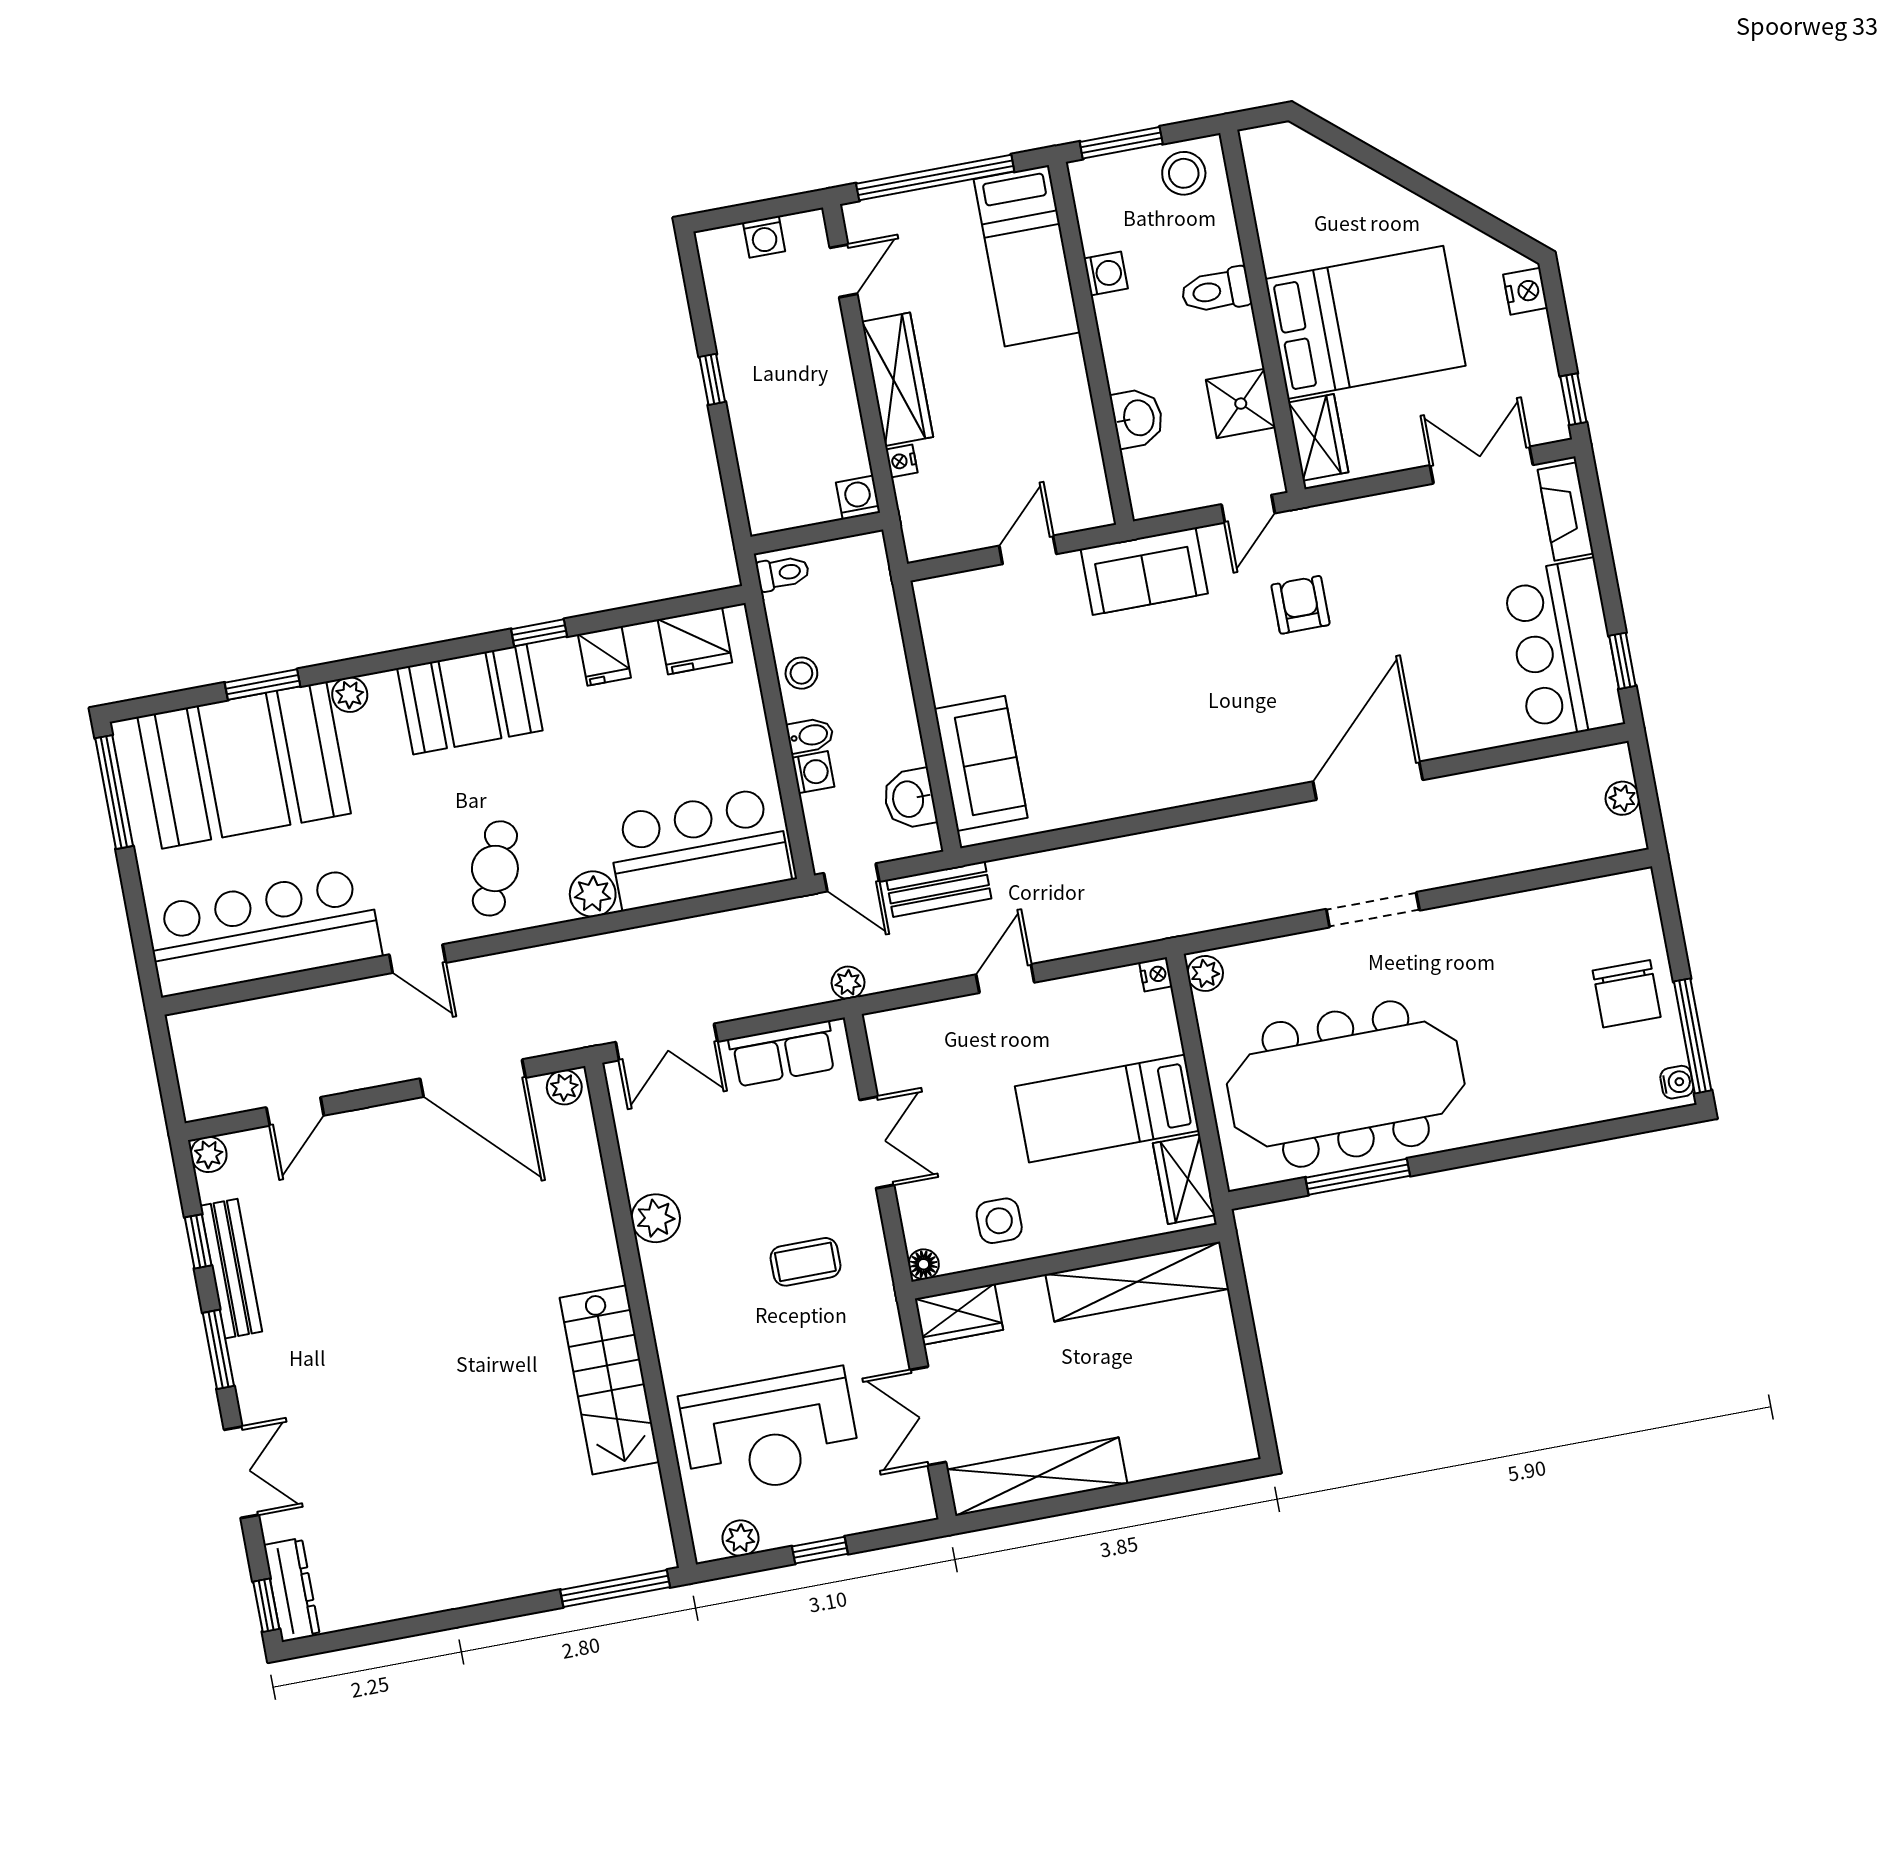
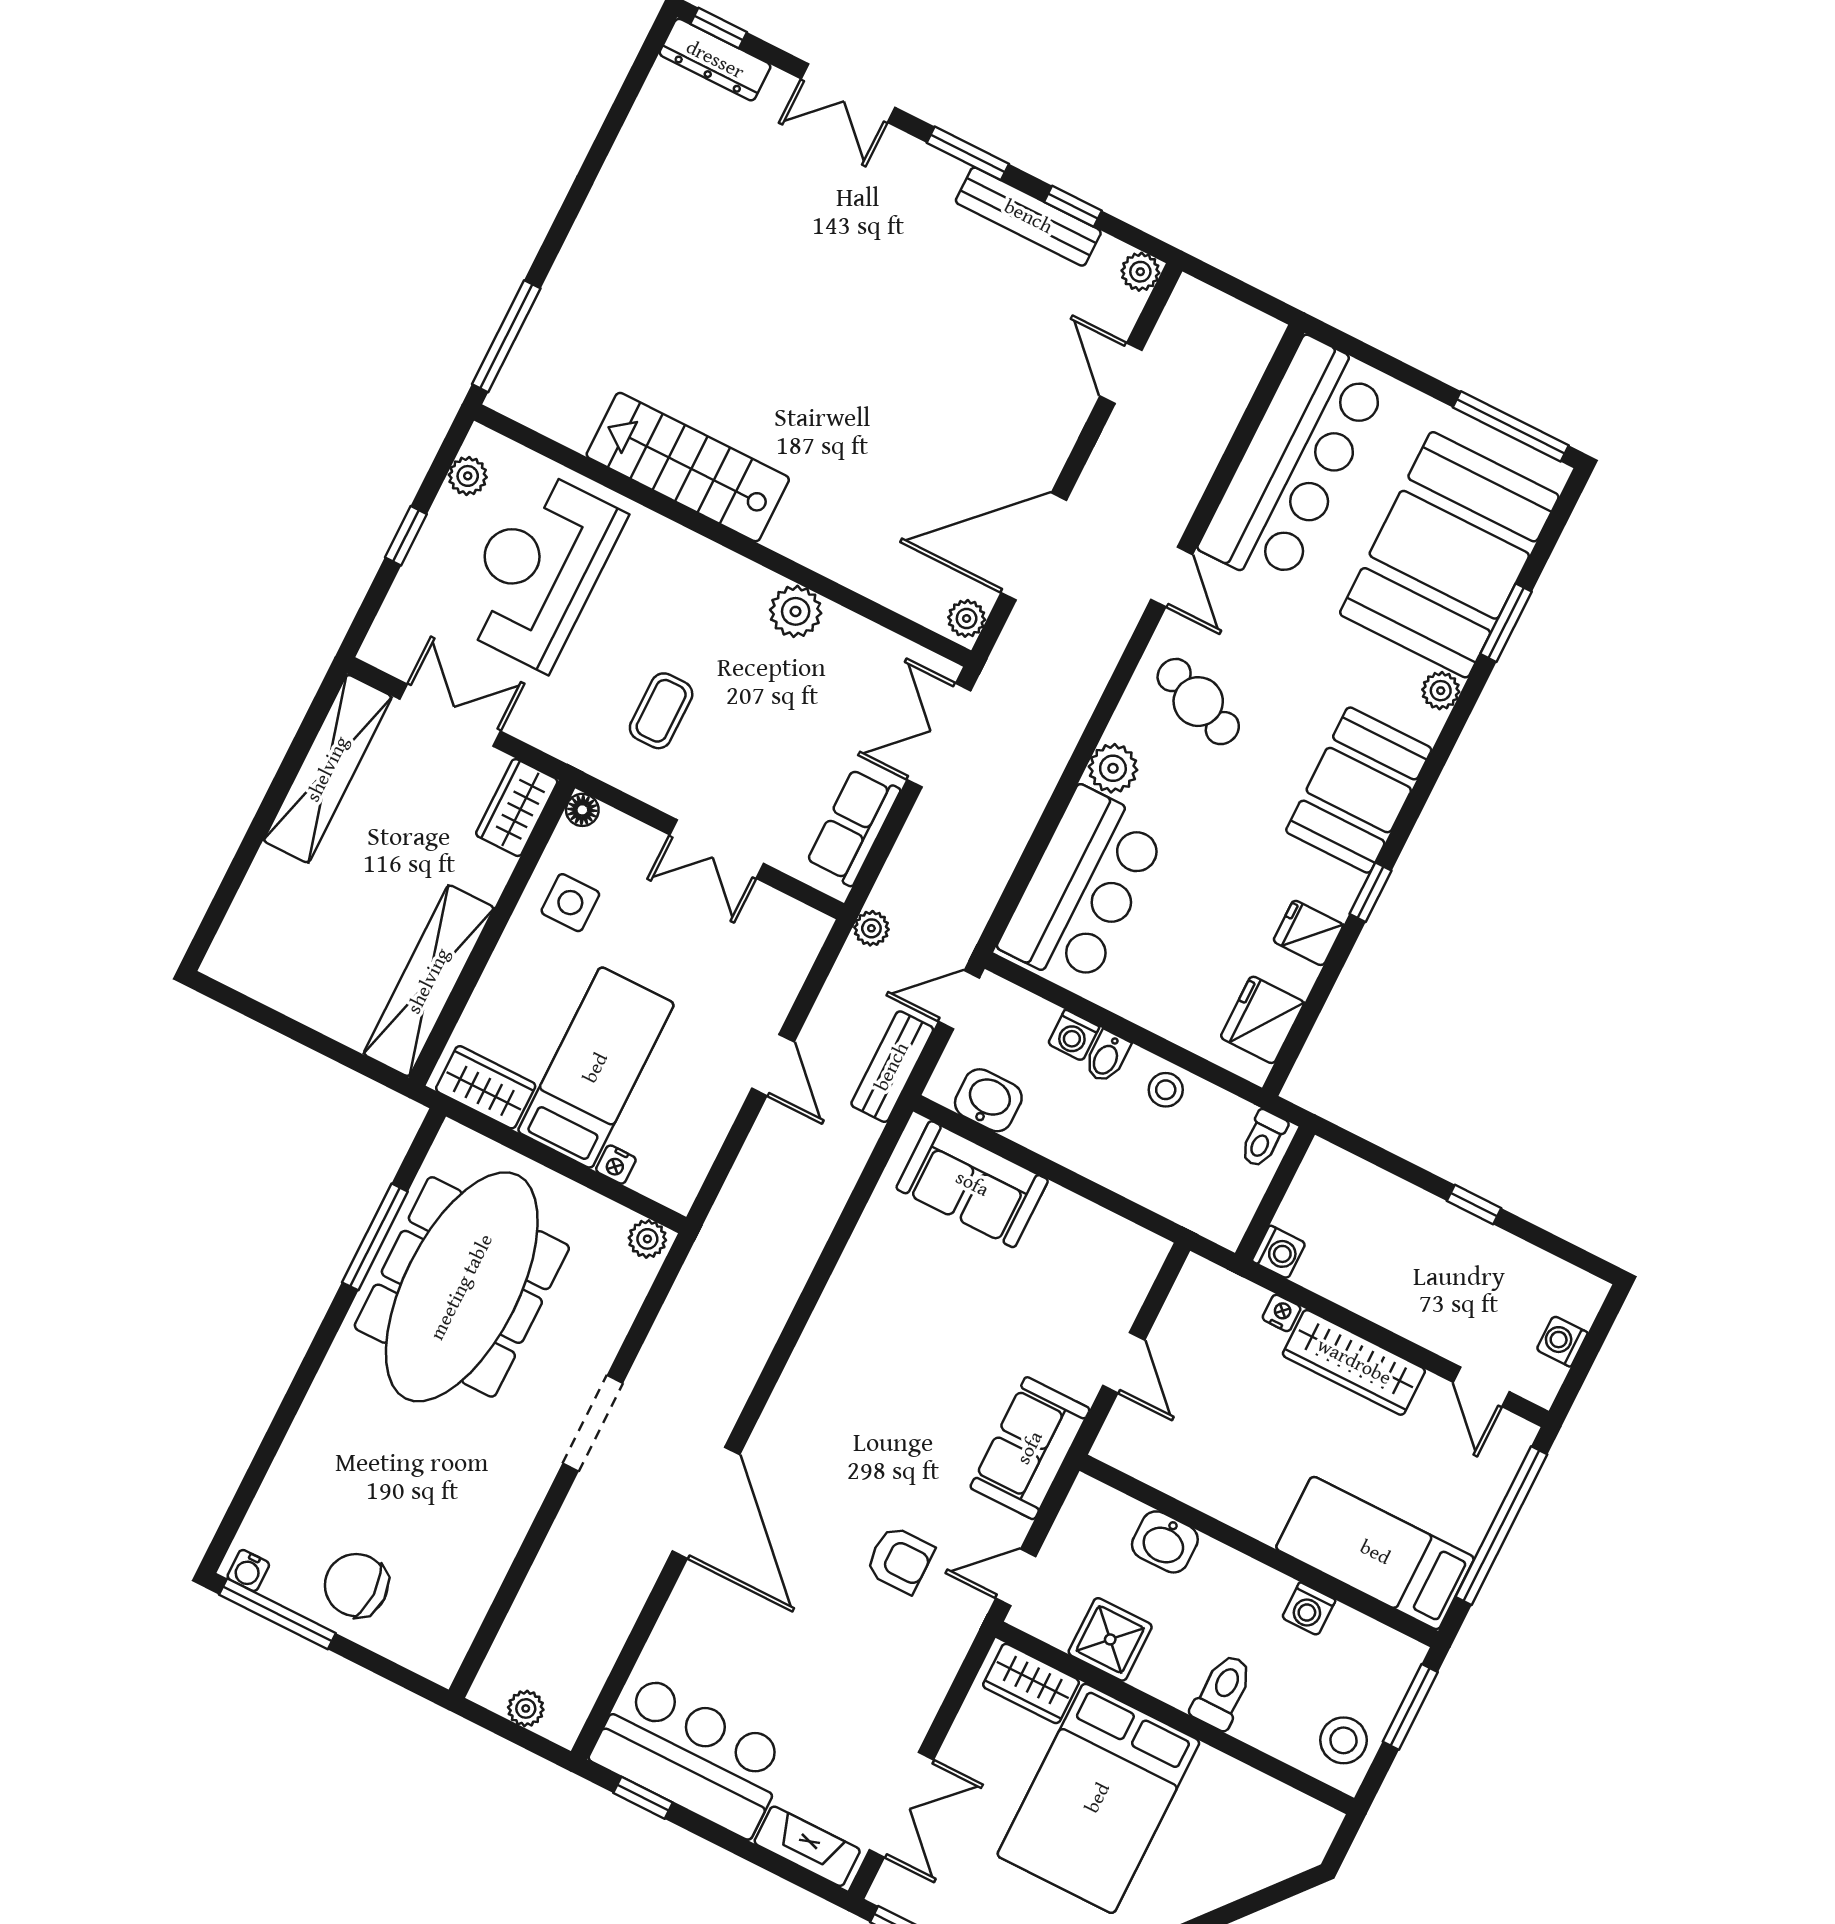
door: (1248, 509) -> (1016, 1577), hinge flipped
door: (417, 959) -> (1172, 577), swing flipped
nightstand: (1156, 974) -> (616, 1165), moved

